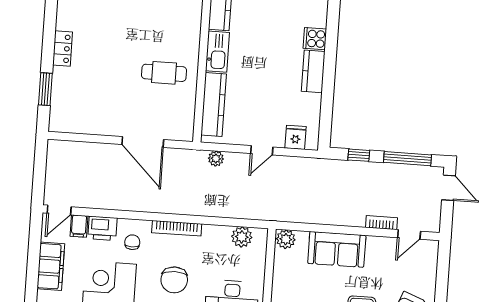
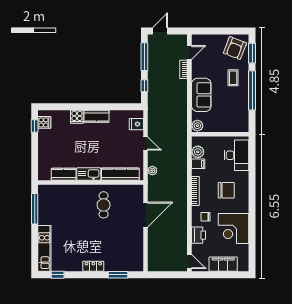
filing cabinet: (79, 226) -> (198, 164), moved
door: (409, 234) -> (189, 53), hinge flipped

